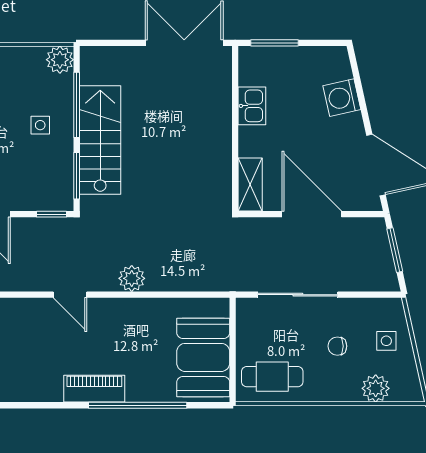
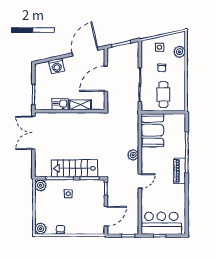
shelving: (250, 184) -> (80, 105), moved
booth: (203, 357) -> (152, 130), moved, turned 90
cafe table: (272, 377) -> (163, 95), moved

